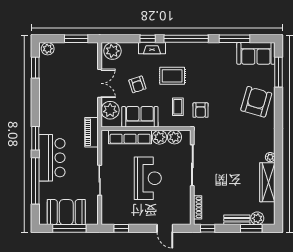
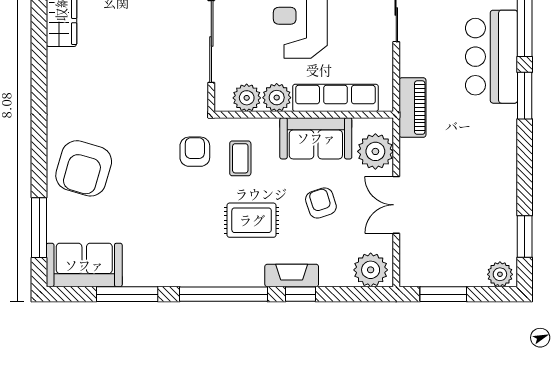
plant: (270, 157) -> (56, 58), removed

